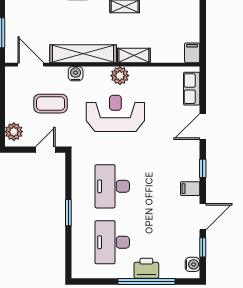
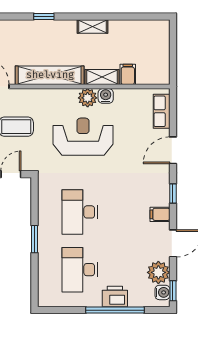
filing cabinet: (192, 53) -> (128, 74), moved
water cooler: (76, 74) -> (106, 96), moved
plant: (189, 245) -> (158, 272), added
window: (203, 247) -> (173, 291), moved

